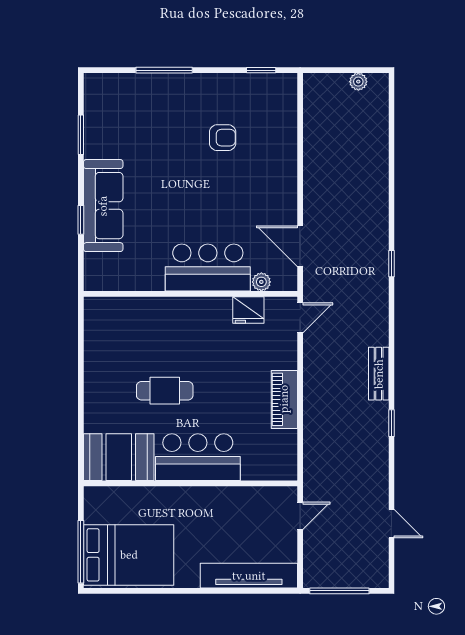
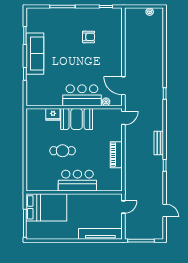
sofa: (103, 206) -> (35, 54), moved
fridge: (248, 310) -> (53, 114), moved
booth: (119, 457) -> (77, 119), moved
bed: (129, 555) -> (46, 207), moved

